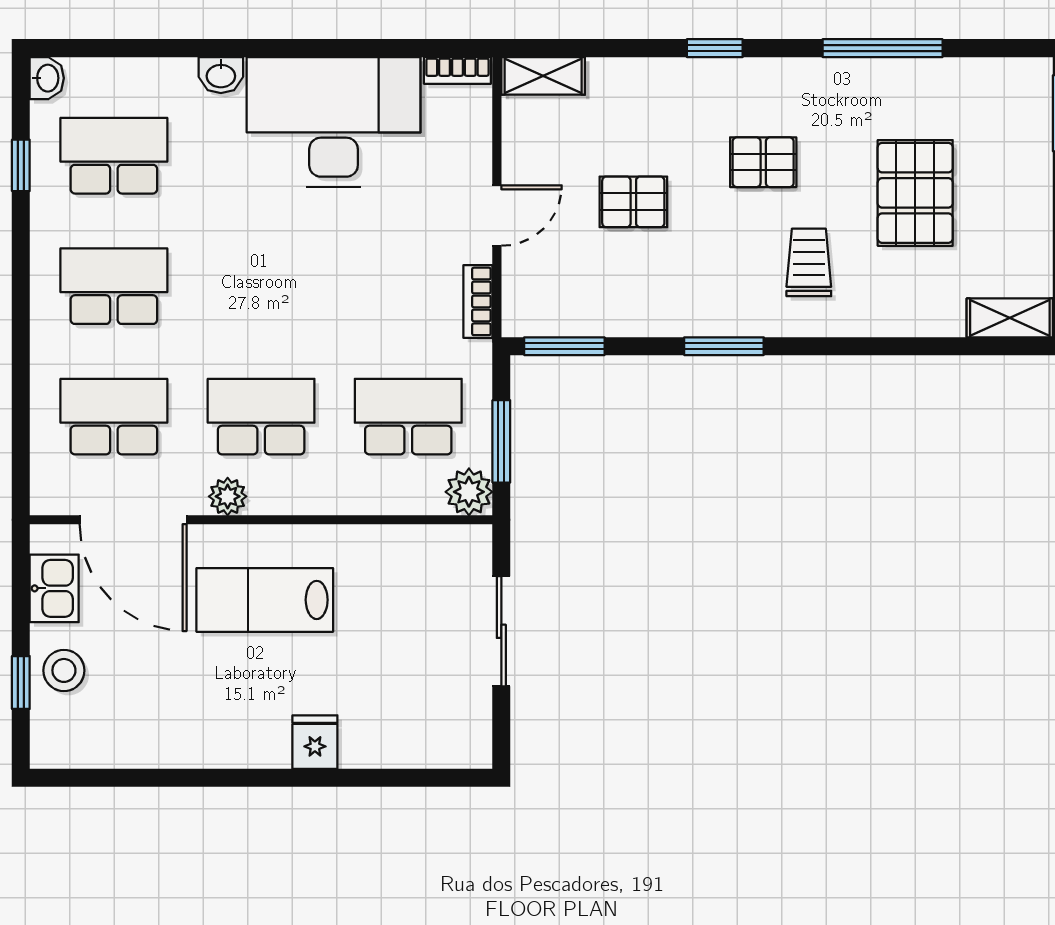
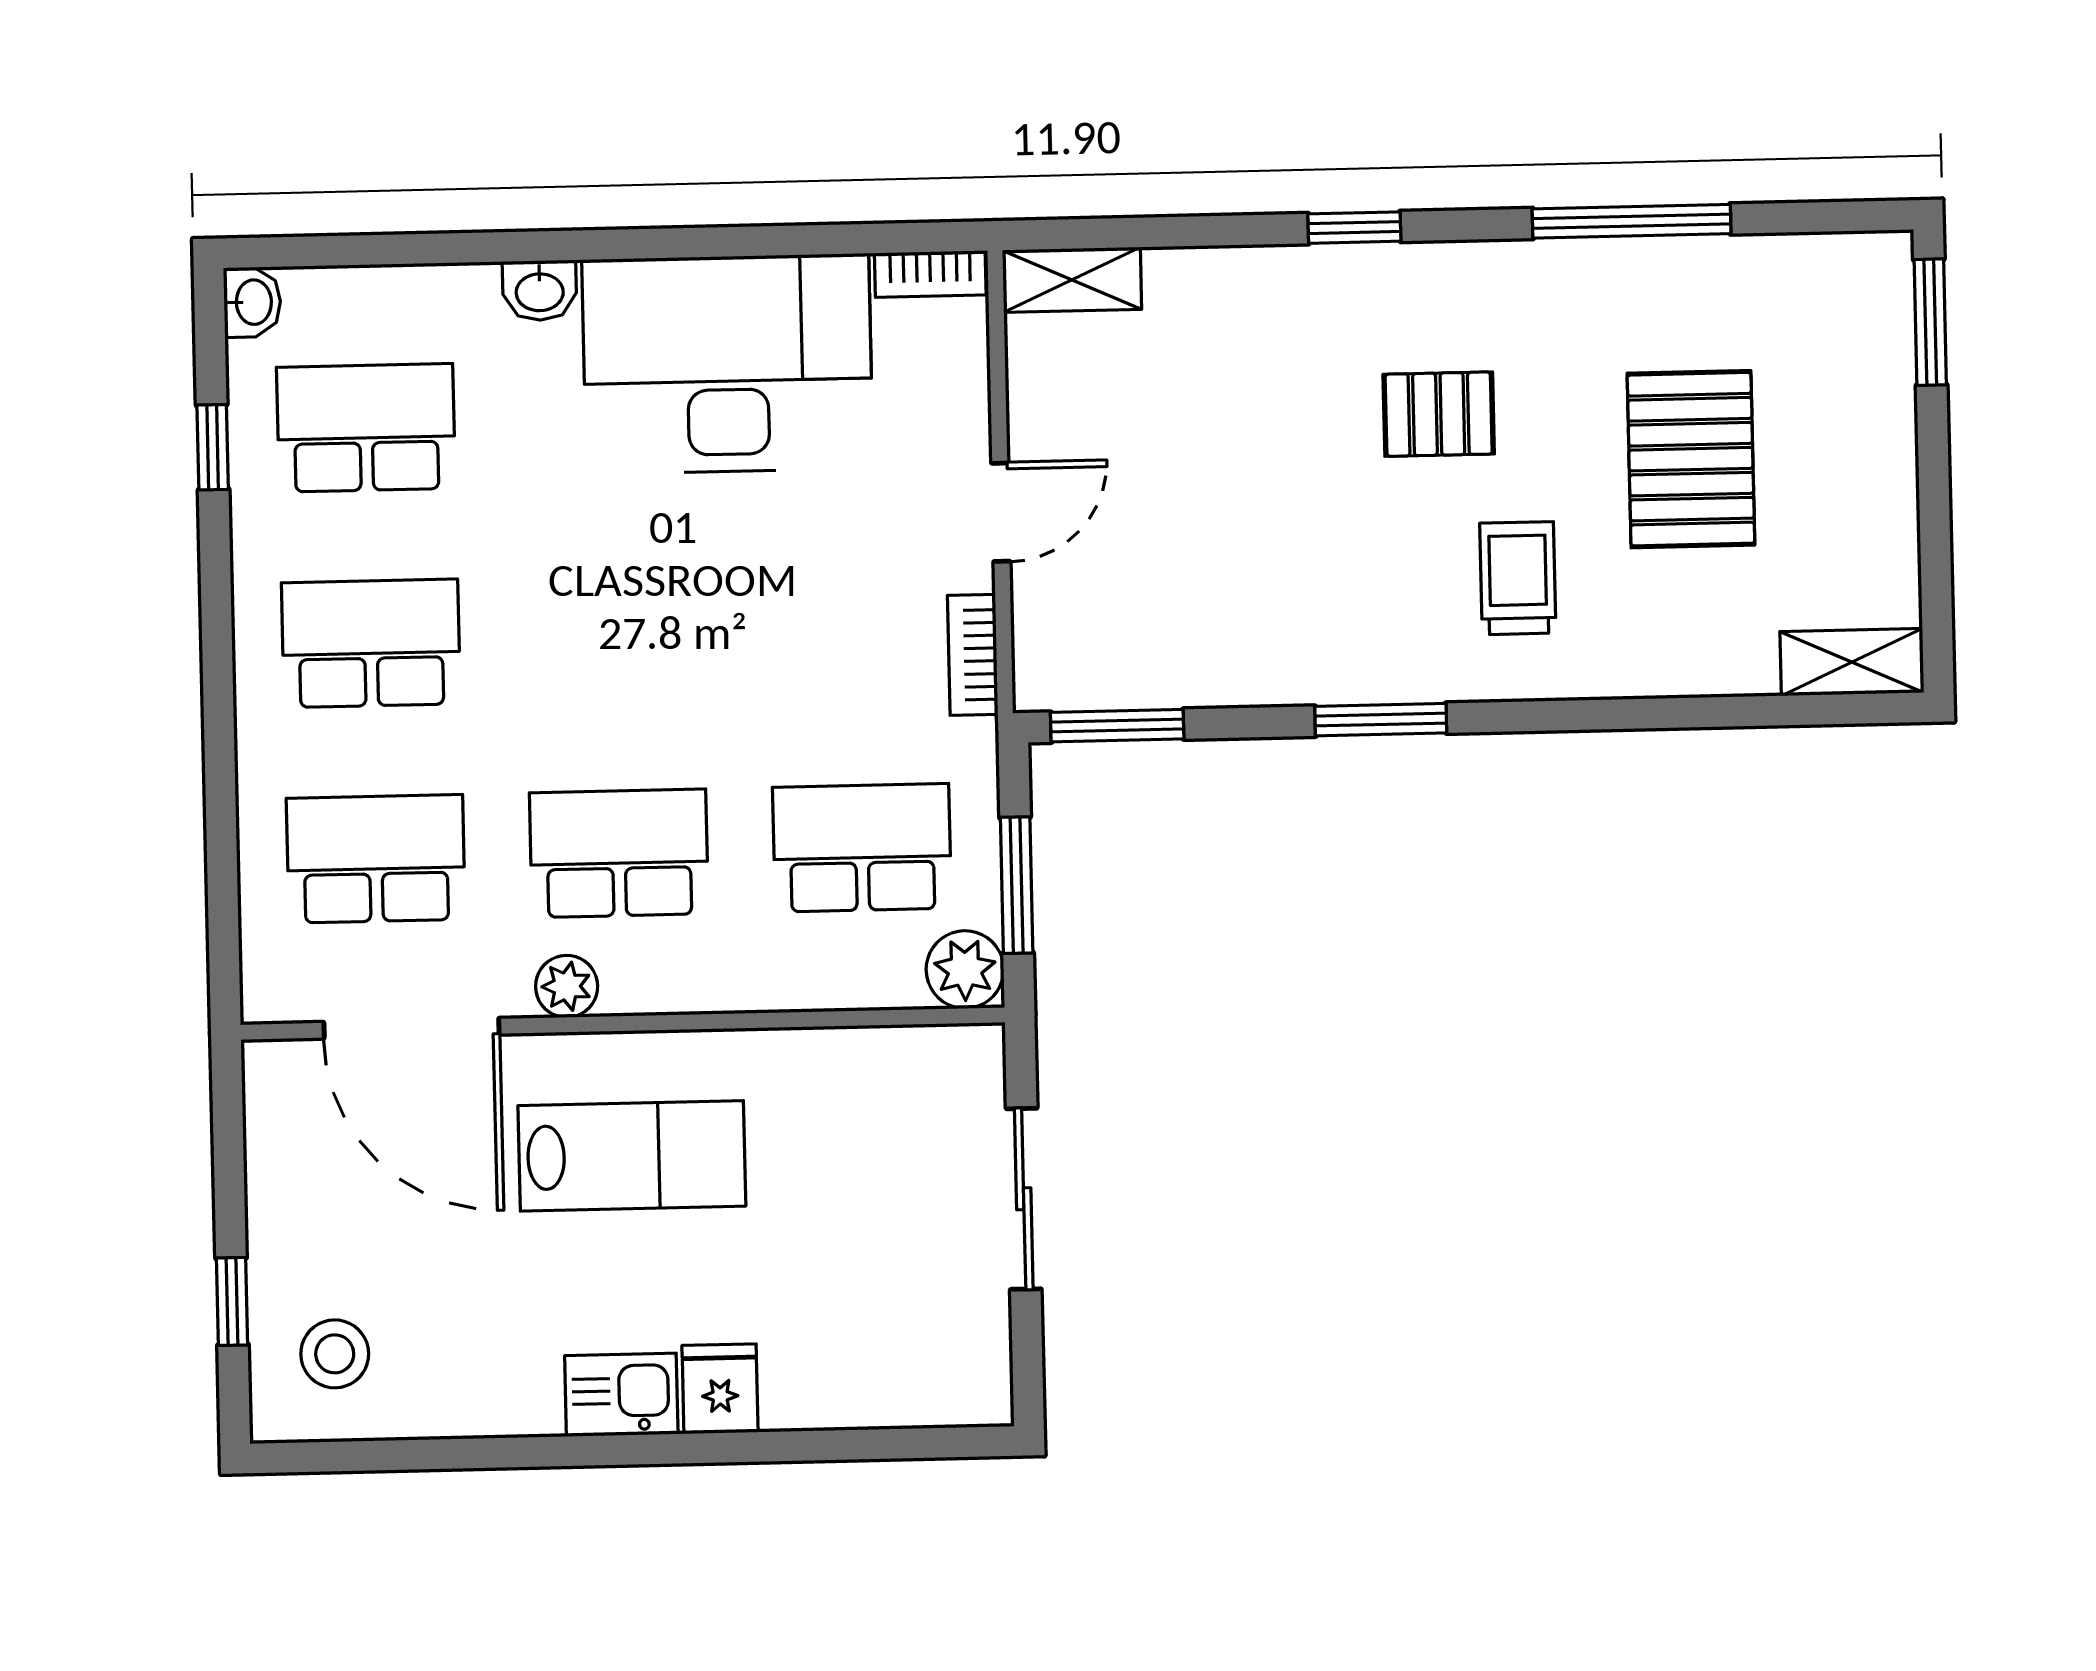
pallet: (633, 202) -> (1226, 485), removed
kitchen sink: (54, 588) -> (621, 1395), moved, turned -90
lab bench: (265, 600) -> (632, 1156), turned 180
stool: (64, 670) -> (335, 1354), moved

